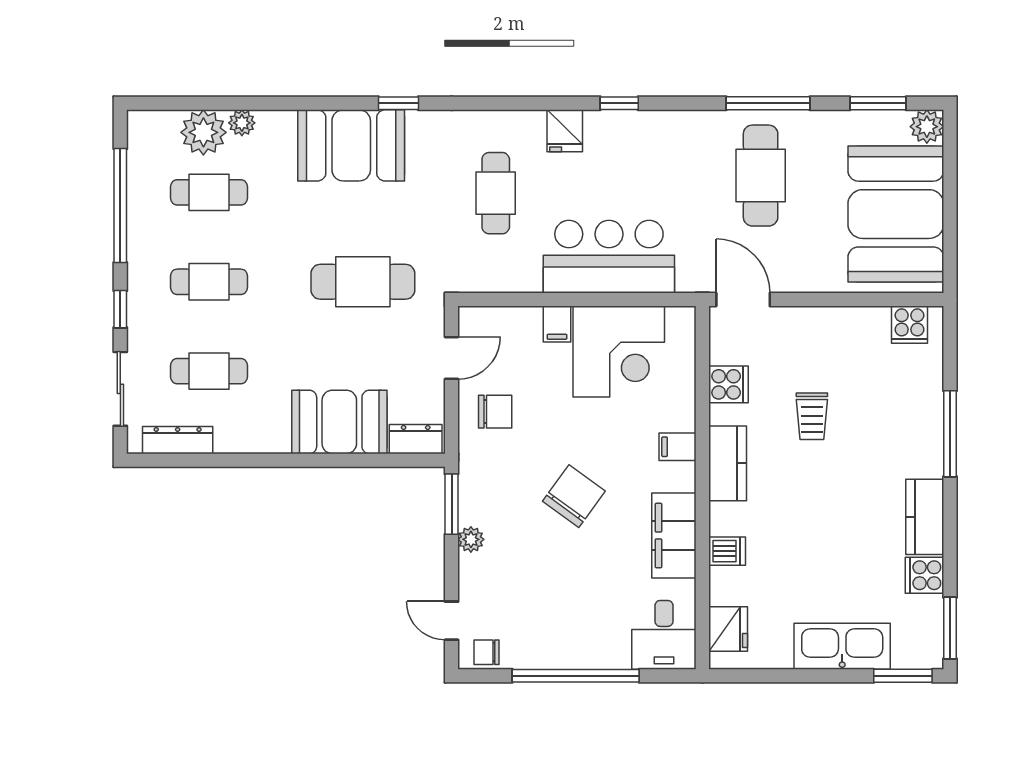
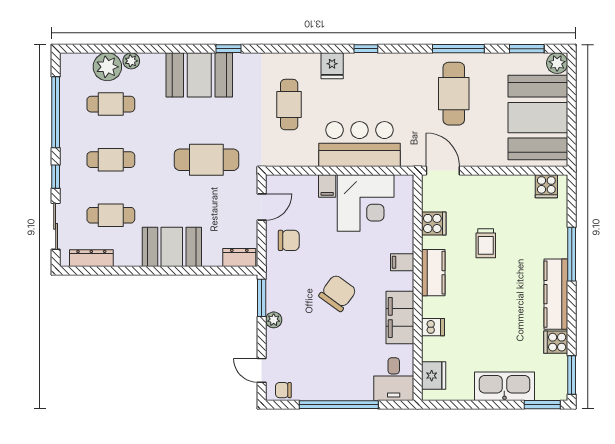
booth: (339, 422) -> (172, 247), moved
kitchen counter: (925, 517) -> (556, 294), width x1.50

